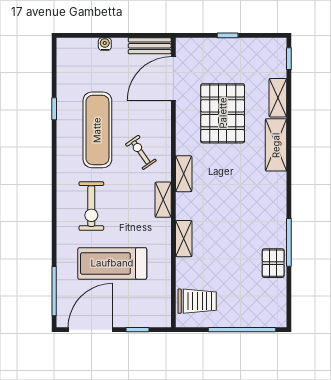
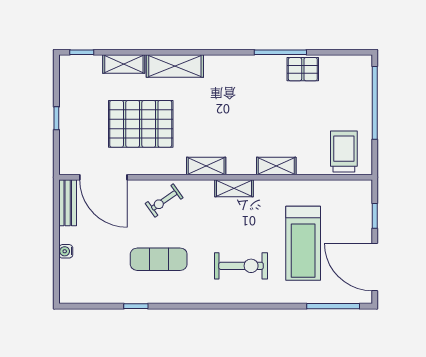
exercise mat: (97, 130) -> (159, 259), width x0.73, depth x0.69
exercise bike: (141, 152) -> (164, 201), moved

